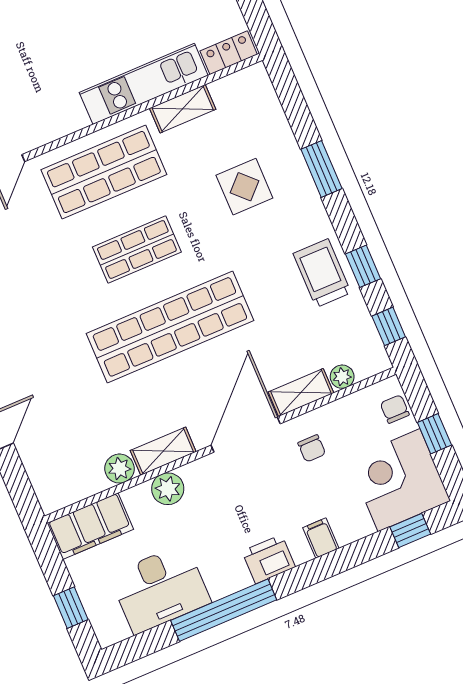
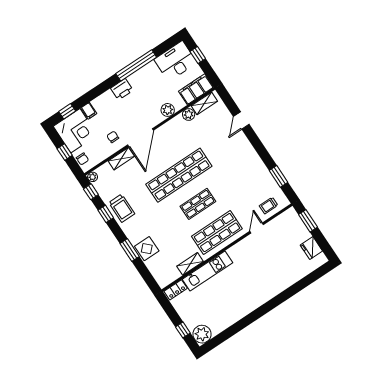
display table: (244, 187) -> (147, 249), moved
plant: (342, 377) -> (93, 177), moved
shelving: (163, 451) -> (204, 104), moved
filing cabinet: (321, 538) -> (89, 111), moved
desk: (160, 589) -> (176, 61), moved

